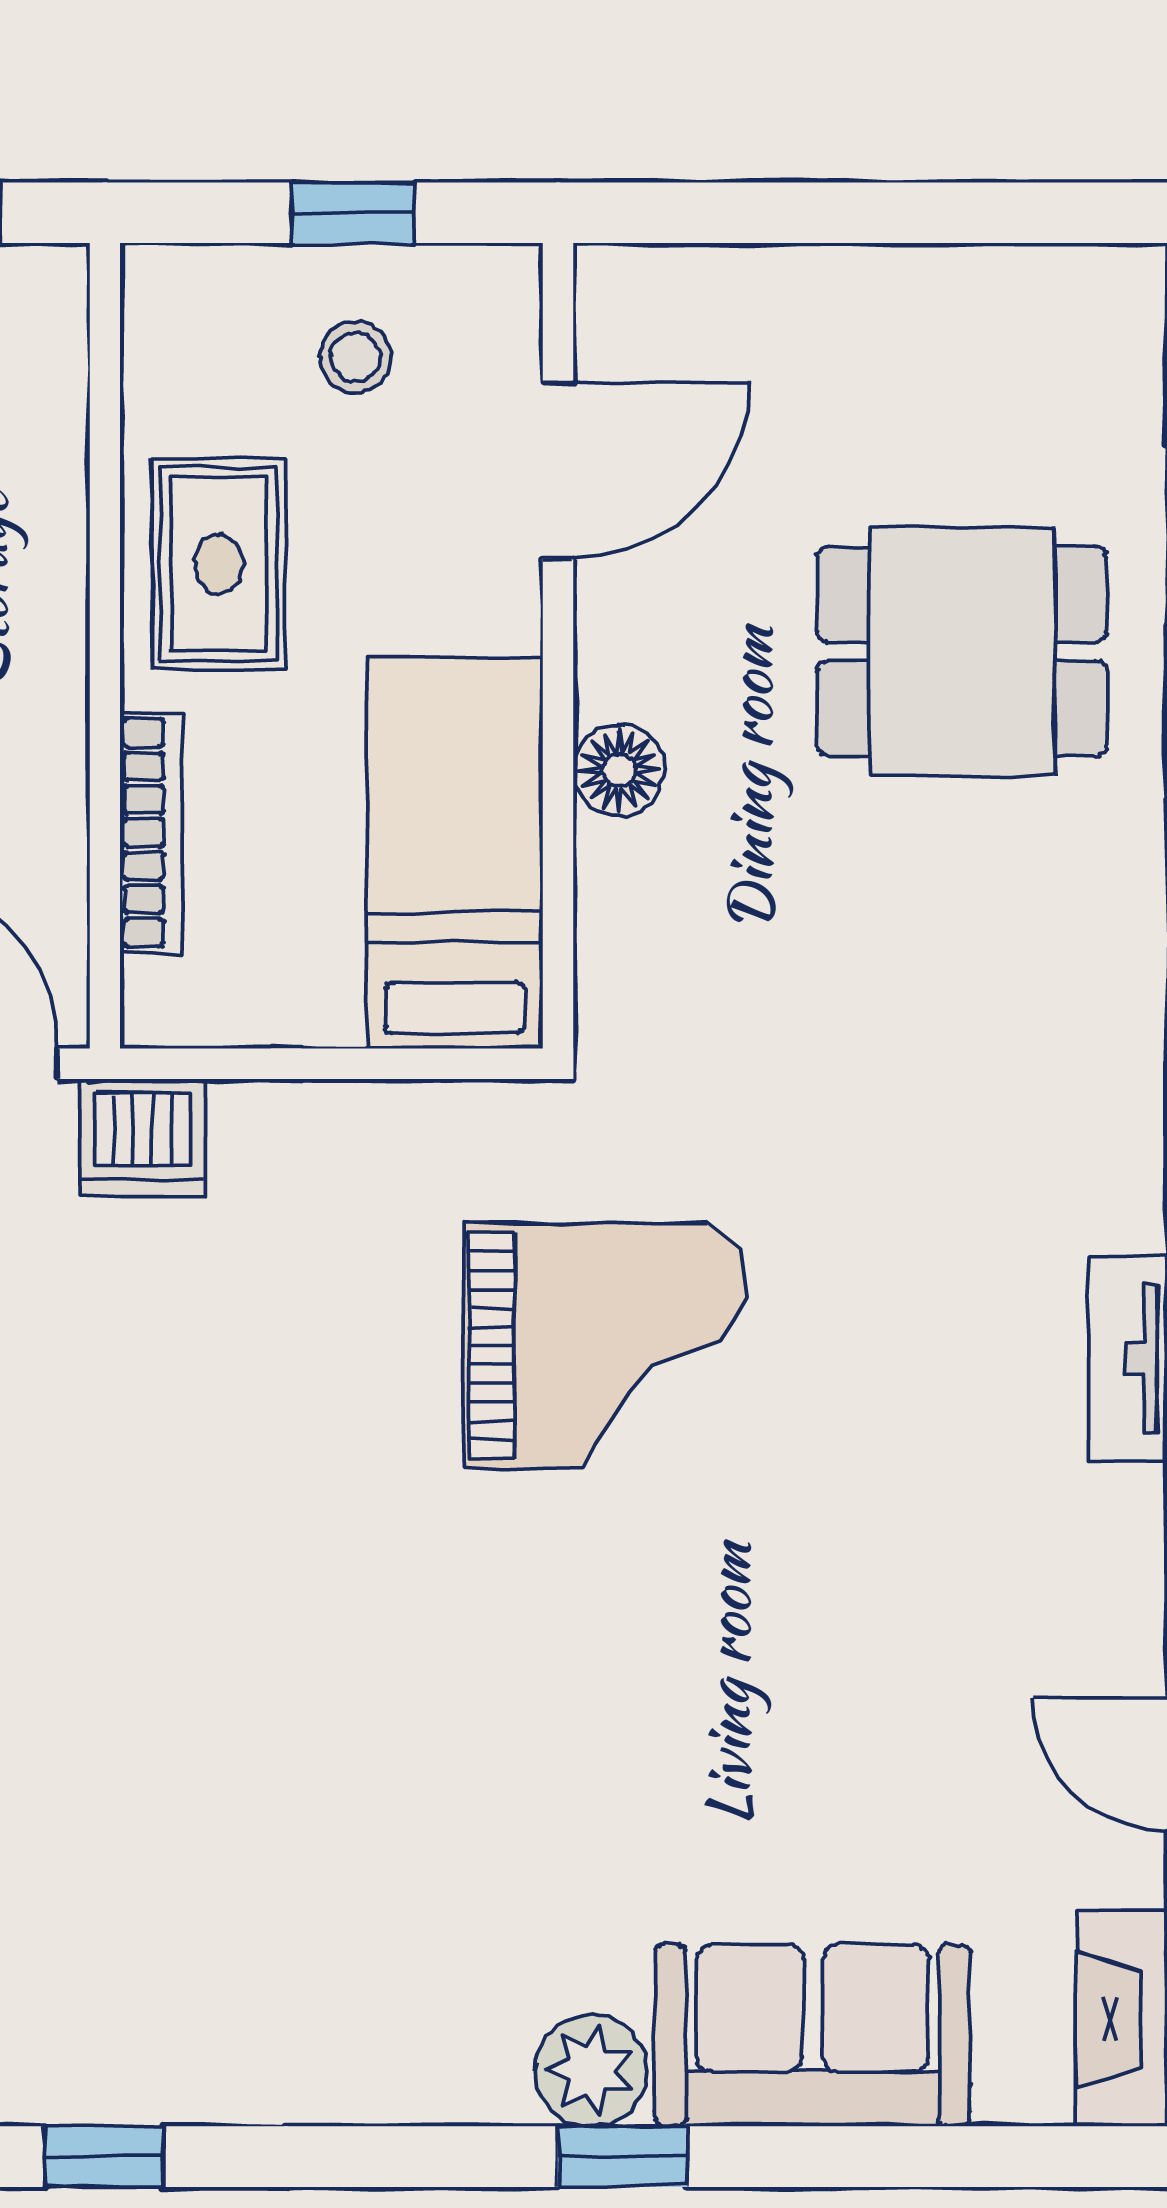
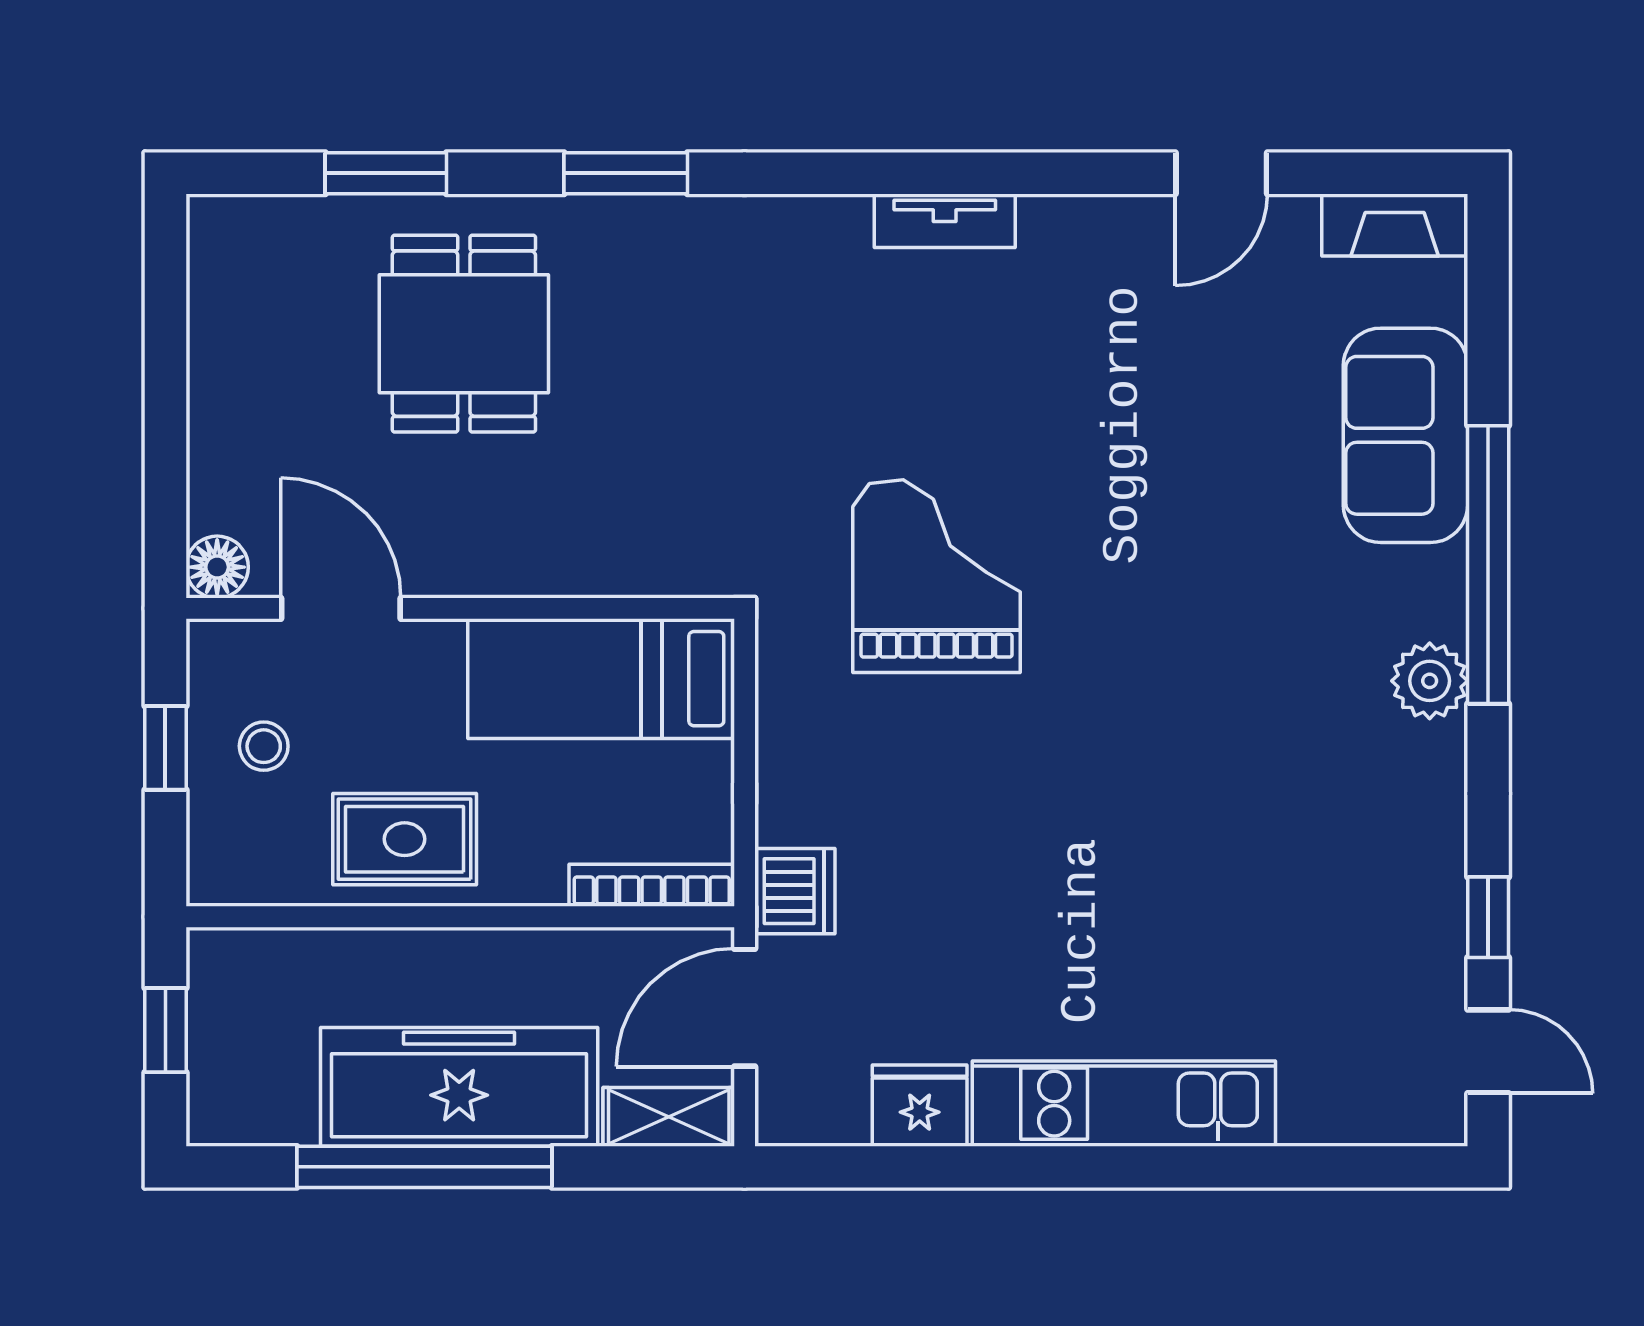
floor lamp: (619, 770) -> (217, 567), moved
bookcase: (151, 833) -> (652, 885), moved
plant: (591, 2071) -> (1430, 681), moved
window: (623, 2157) -> (1488, 565), width x3.17

